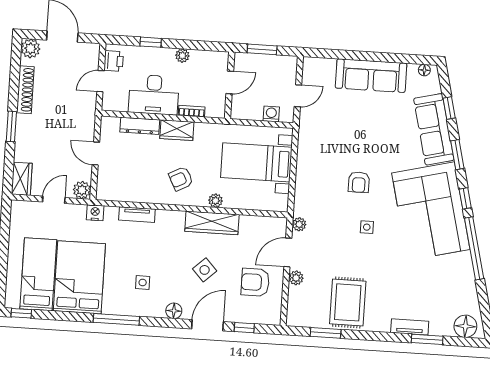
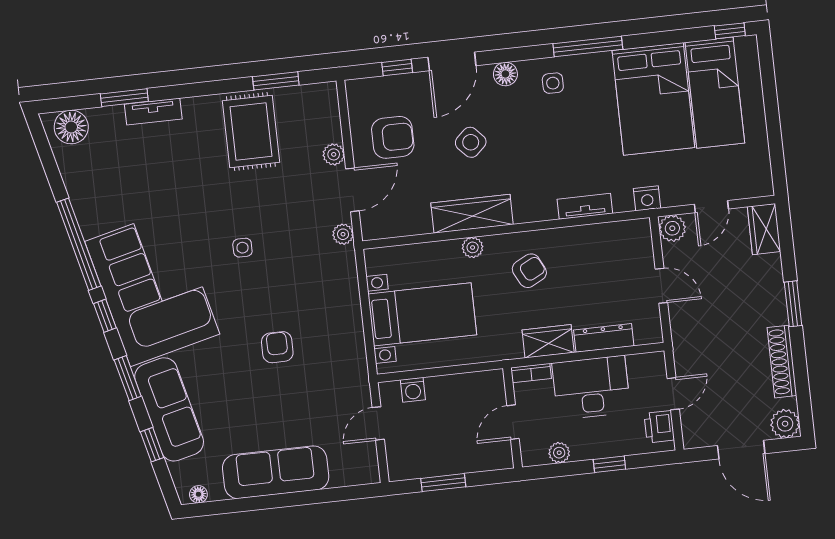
door: (230, 82) -> (513, 422), moved
wall: (230, 85) -> (513, 418), moved
armchair: (359, 182) -> (277, 347), moved
side table: (143, 283) -> (553, 83), moved

